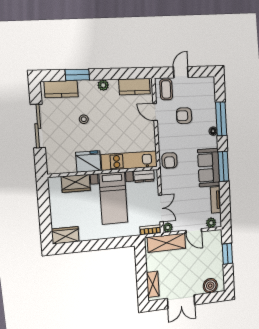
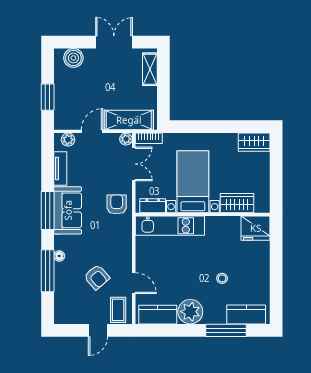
window: (77, 75) -> (226, 330), width x1.44
plant: (103, 85) -> (190, 312), width x1.88, depth x1.88
armchair: (184, 116) -> (97, 277), turned 49
sliding door: (38, 126) -> (276, 273), removed
armchair: (169, 160) -> (117, 204), moved
fridge: (88, 161) -> (256, 228), moved
double door: (161, 208) -> (134, 164), swing flipped
door: (194, 231) -> (92, 131), hinge flipped

